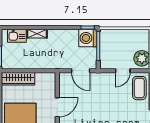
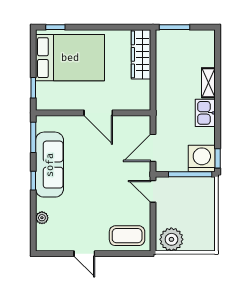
kitchen sink: (17, 36) -> (205, 113), moved
door: (123, 71) -> (153, 191), moved

